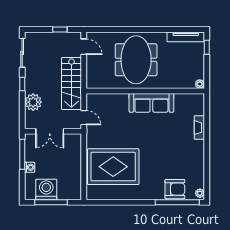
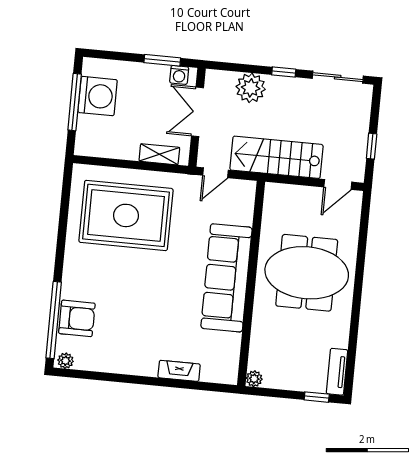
tv unit: (186, 37) -> (337, 372), width x0.71
sofa: (151, 103) -> (227, 278), width x1.36, depth x1.27
shelving: (76, 151) -> (159, 154), added
window: (22, 154) -> (162, 60), width x0.69
washing machine: (30, 167) -> (179, 75), moved
rug: (113, 167) -> (126, 215), turned 90
armchair: (175, 189) -> (77, 318), turned -90

